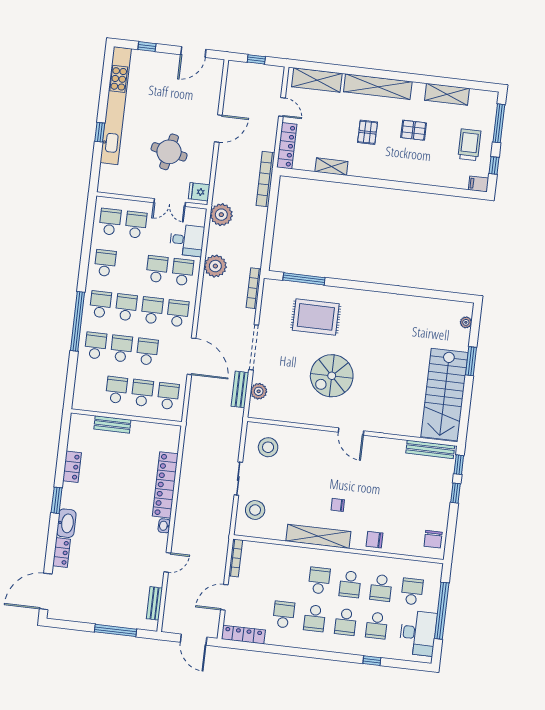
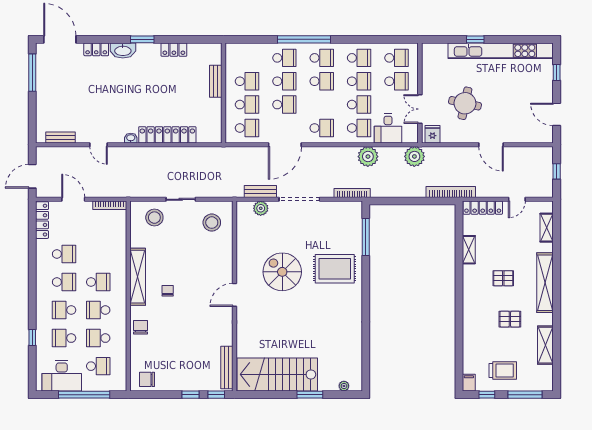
shelving: (317, 80) -> (547, 228), width x0.67, depth x0.75
pallet: (414, 130) -> (510, 319), turned 90
school desk: (152, 310) -> (359, 81), moved
rug: (316, 317) -> (335, 269), moved, turned 90
school desk: (315, 618) -> (64, 282), turned 180
window: (115, 630) -> (32, 73), moved

